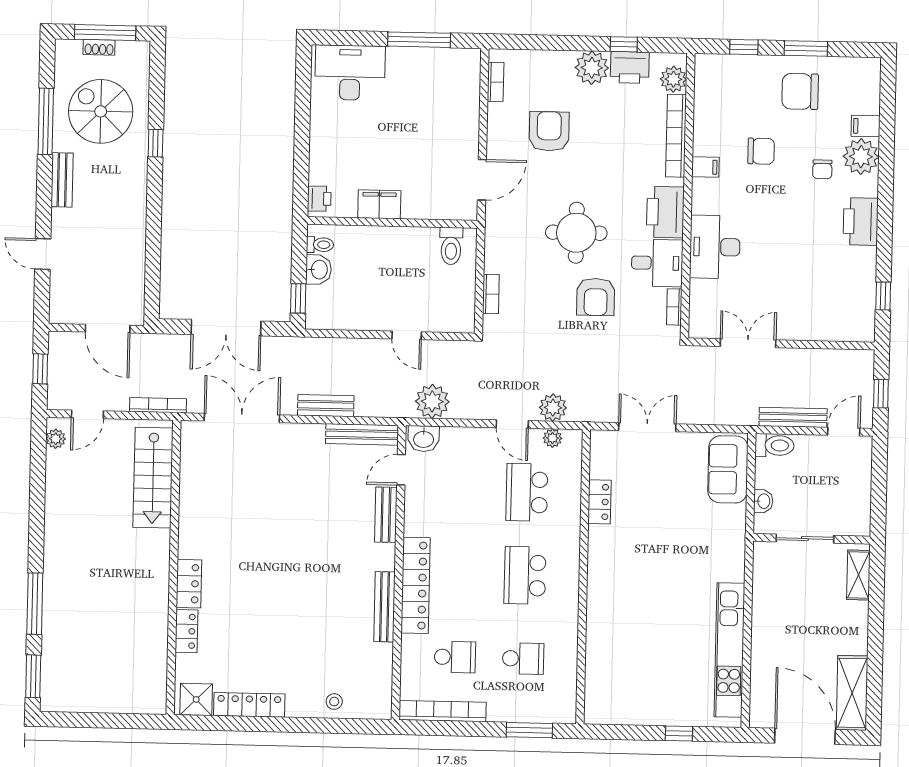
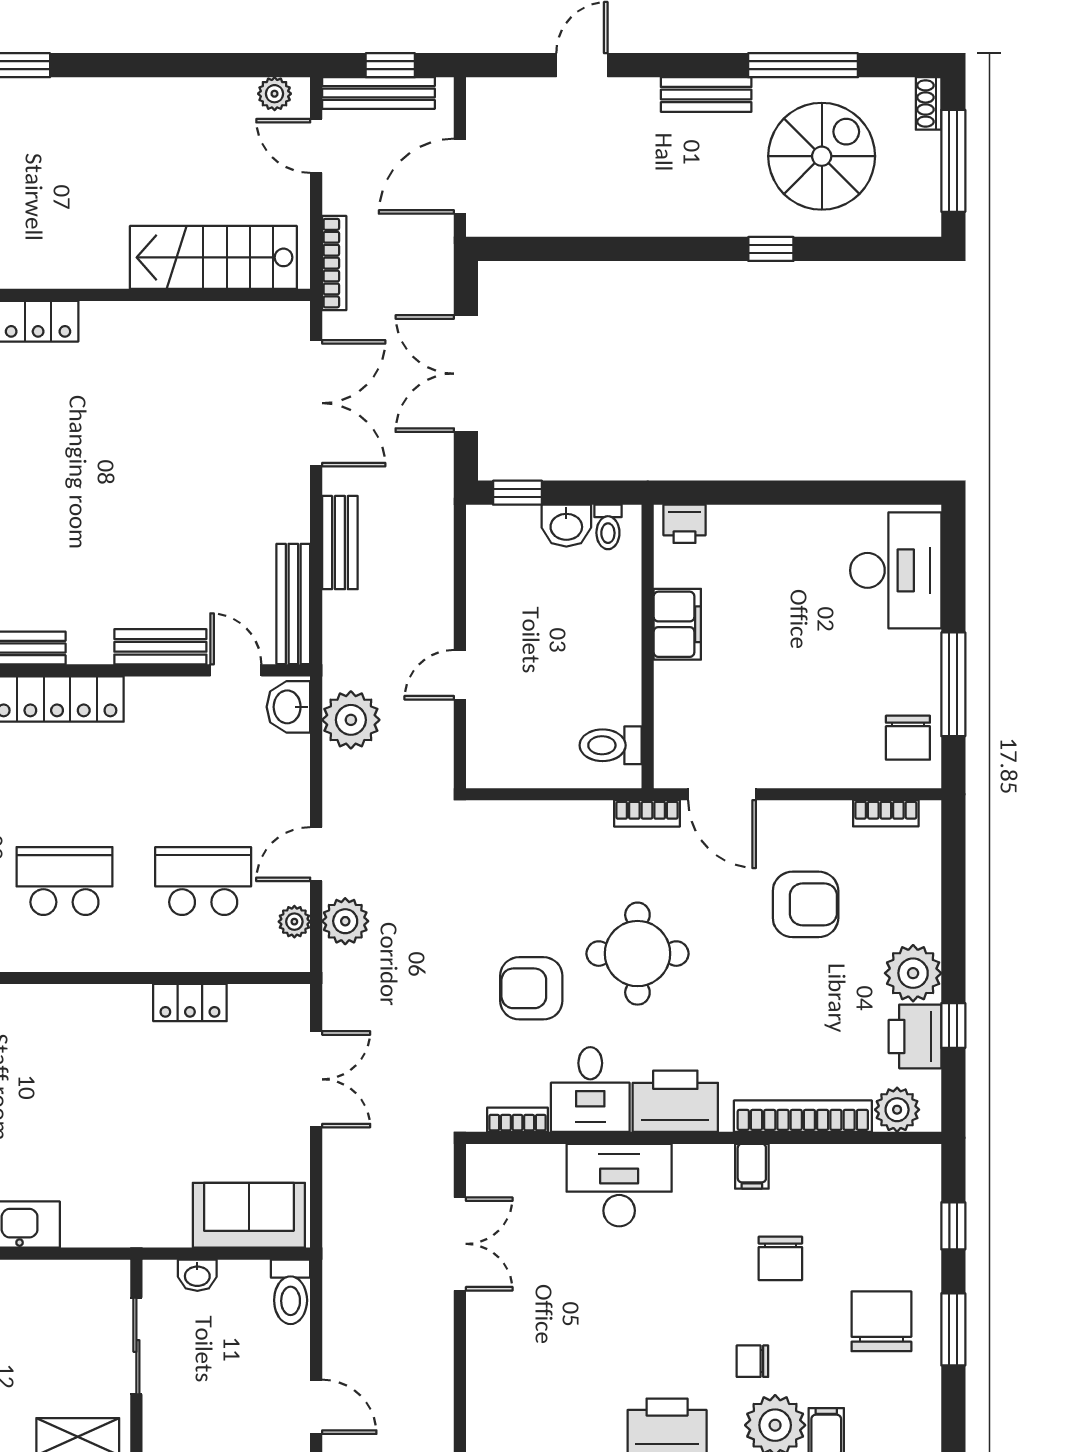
shoe rack: (99, 47) -> (929, 103), moved
chair: (450, 68) -> (908, 738), added
bookcase: (491, 294) -> (647, 813), moved
bench: (793, 417) -> (378, 93), moved, turned 90

